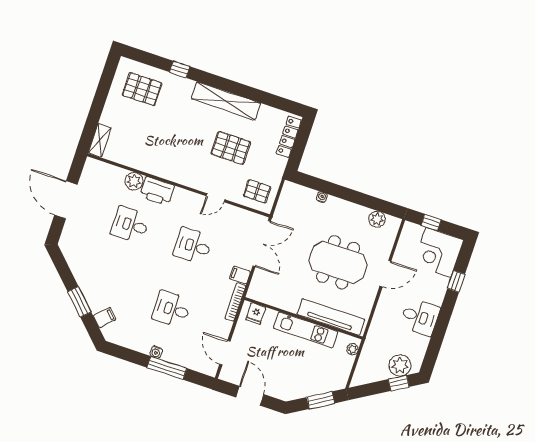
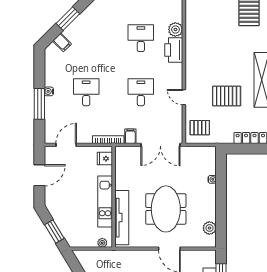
pallet: (231, 148) -> (227, 96), turned 90
pallet: (257, 191) -> (200, 128), turned 90

